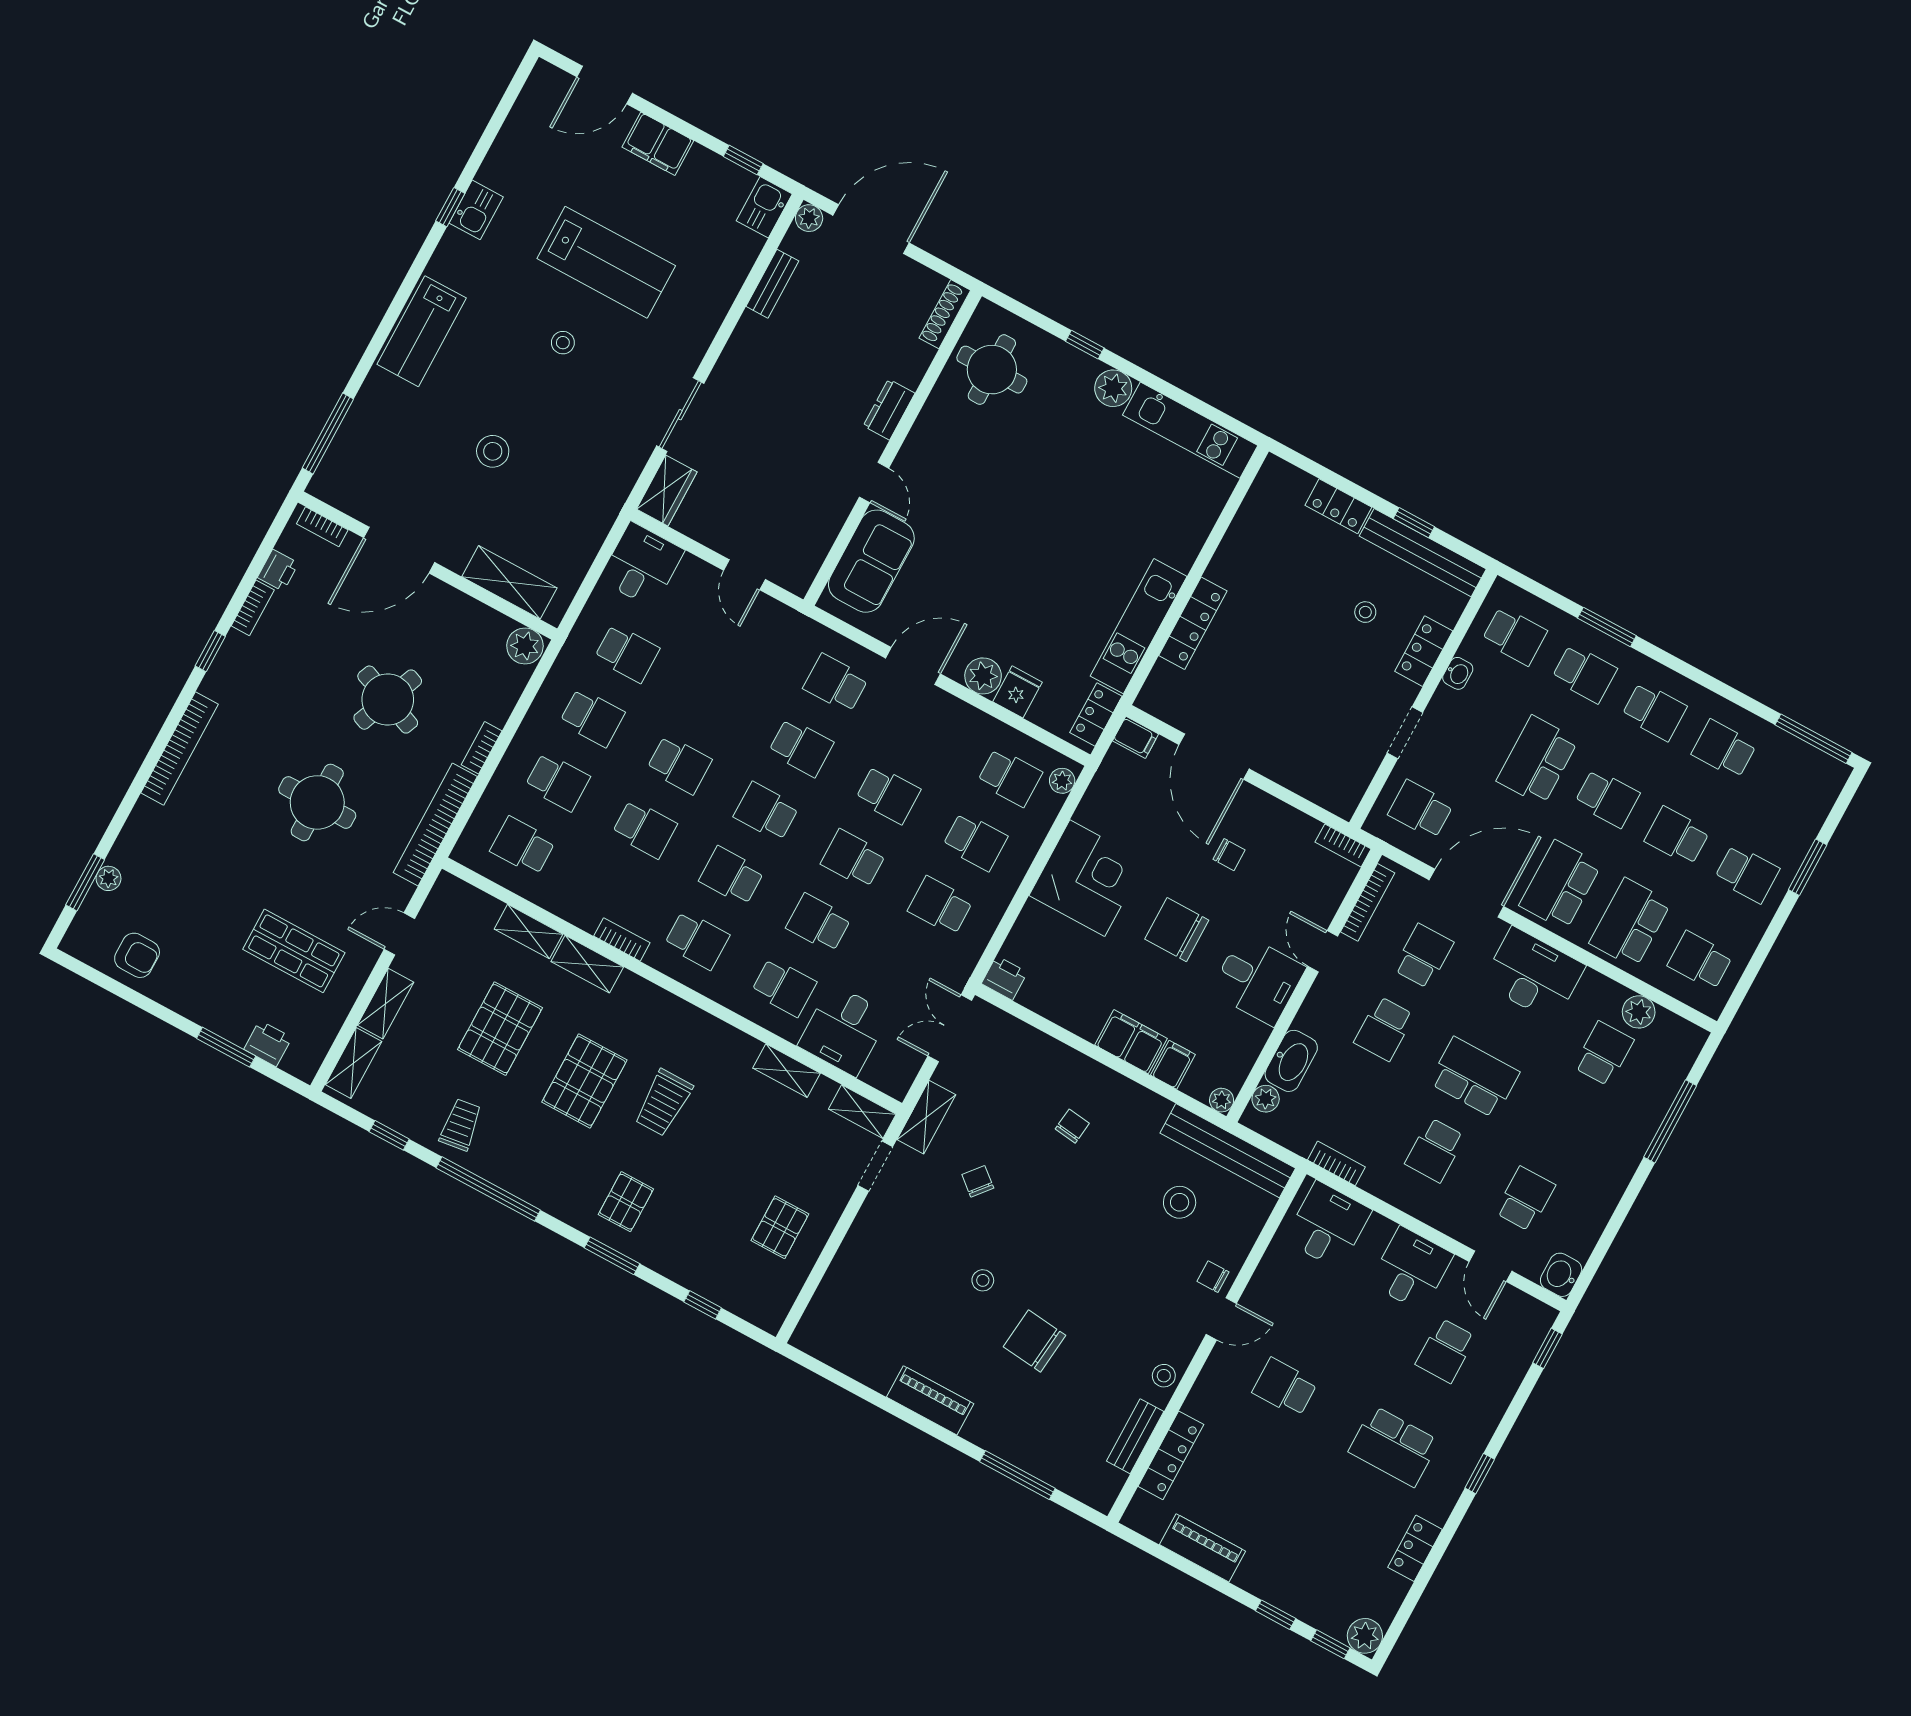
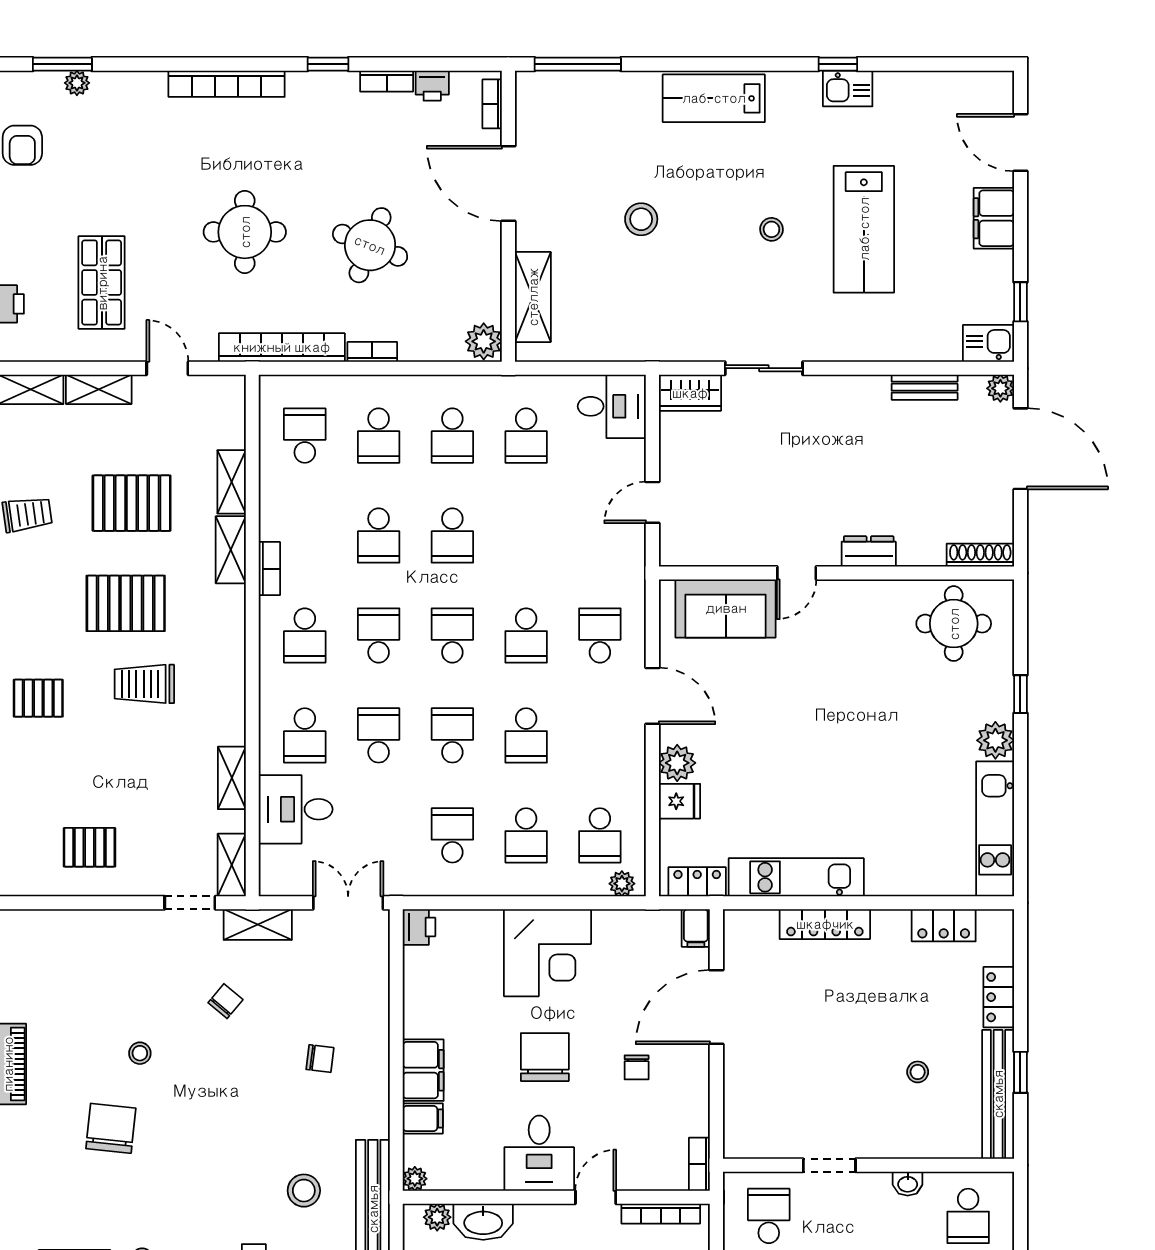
locker: (1424, 651) -> (944, 925), moved, turned 180

